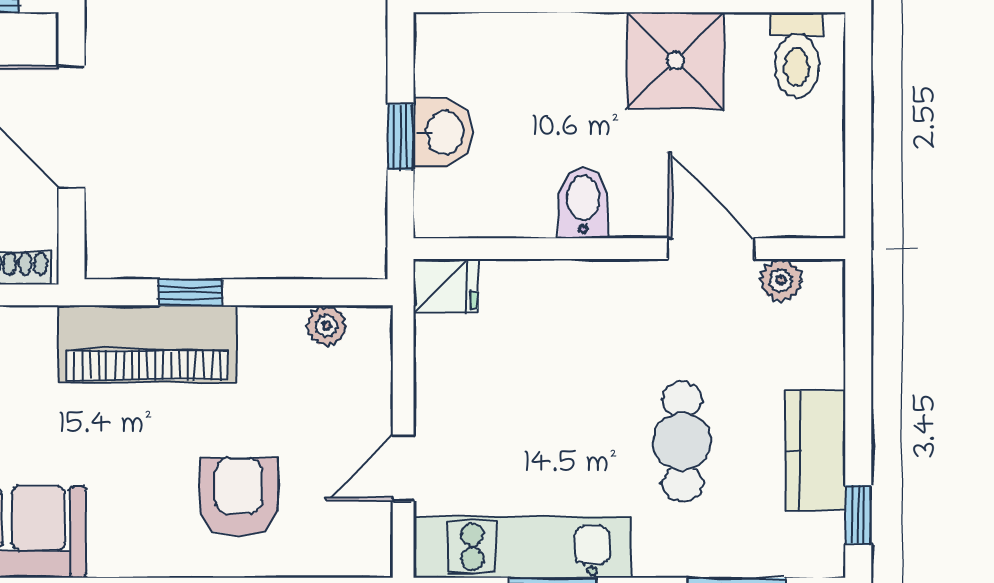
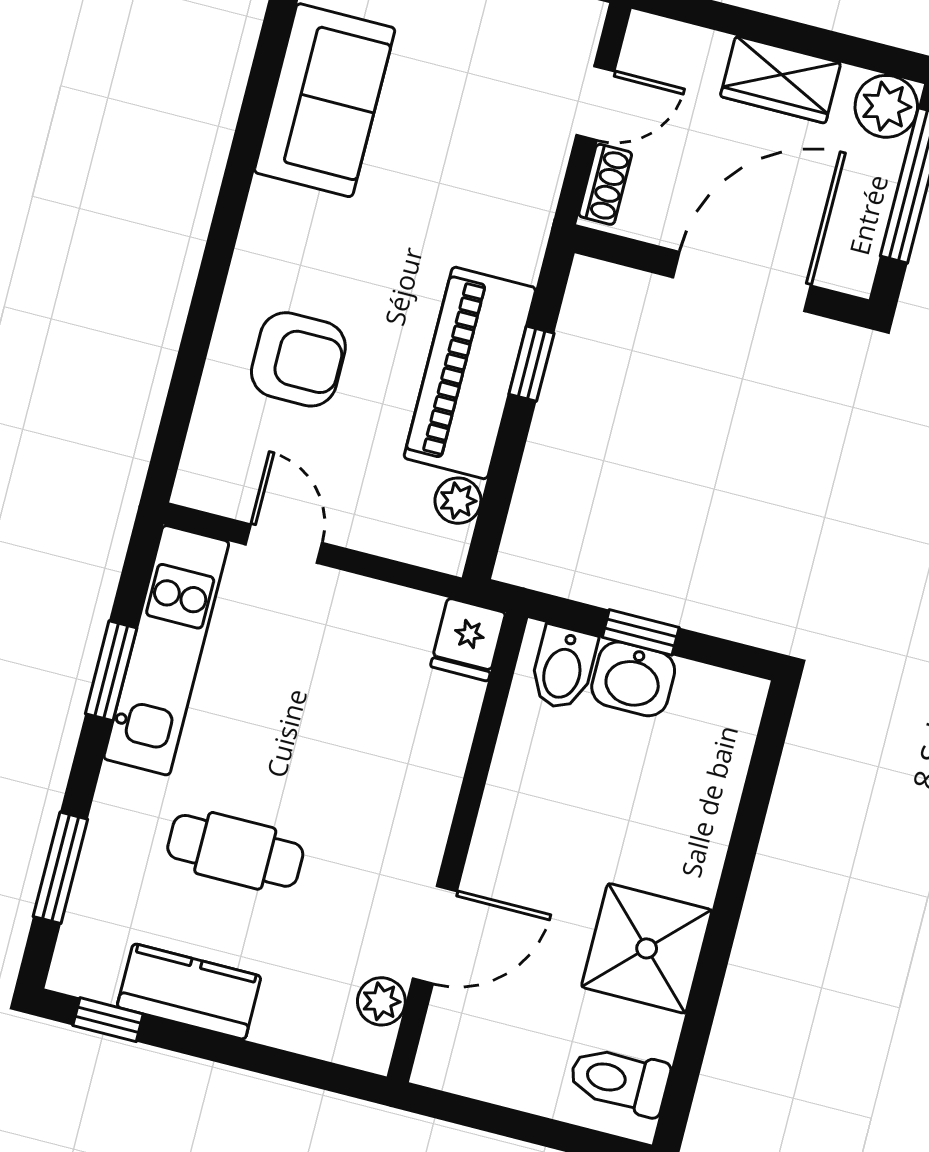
bidet: (583, 203) -> (563, 668), moved, turned 90
piano: (147, 344) -> (470, 373), moved

